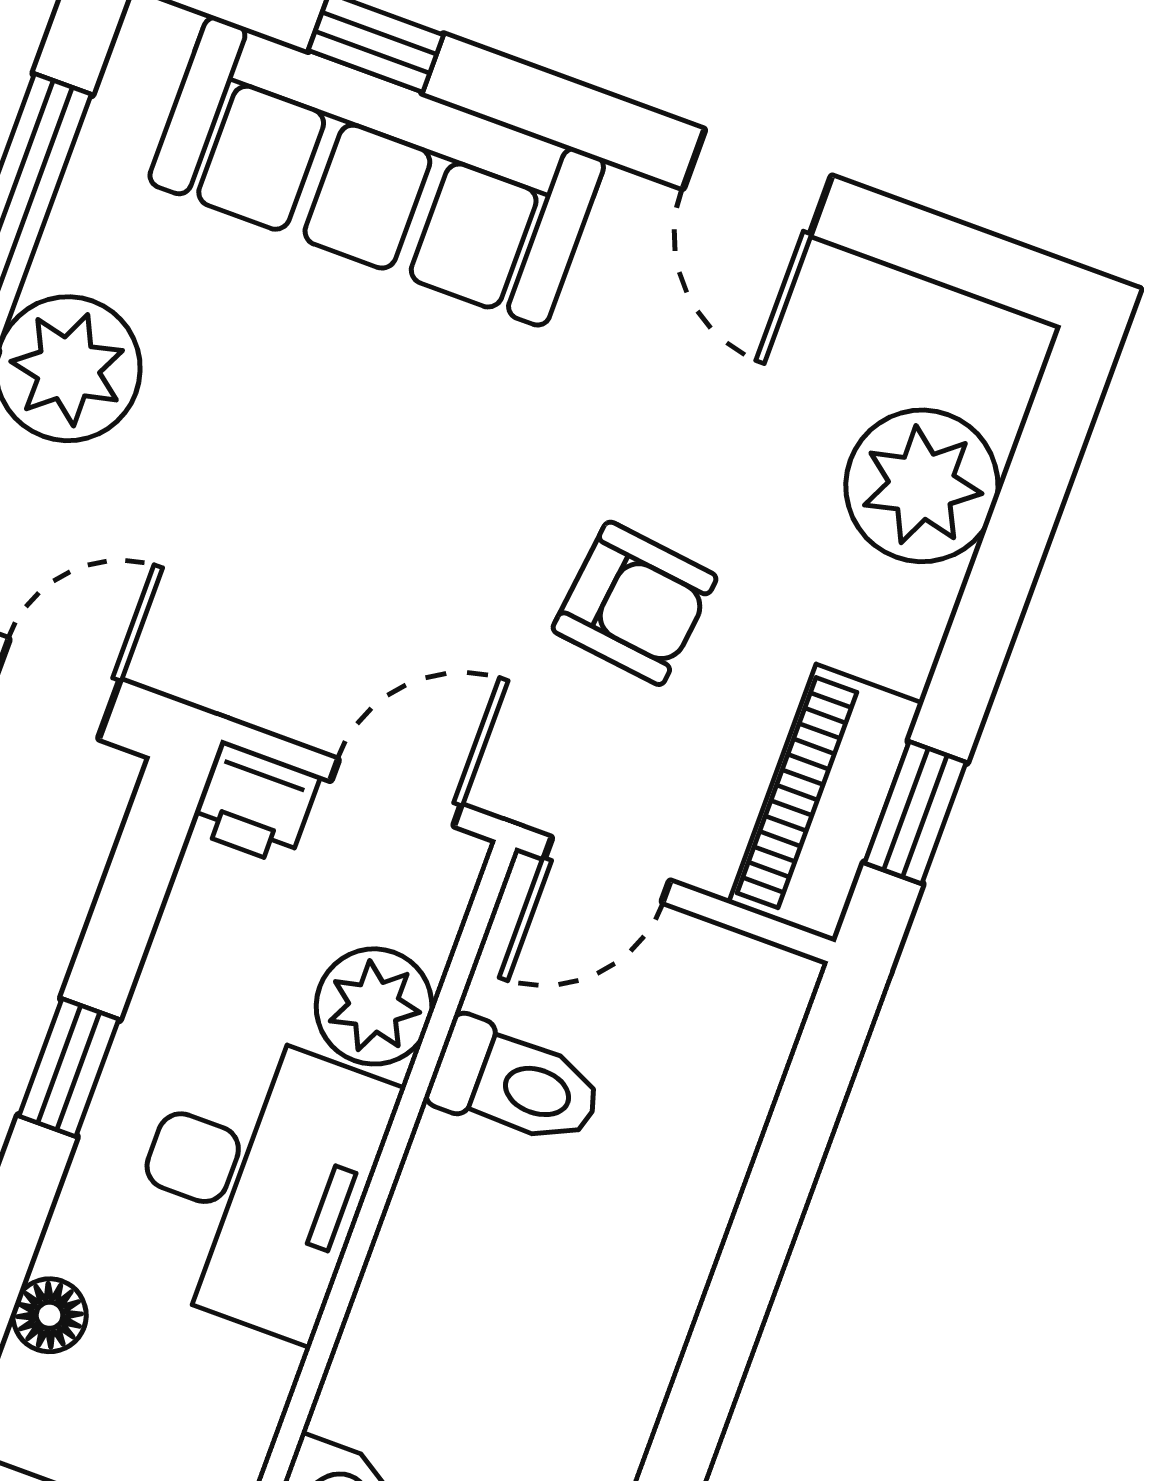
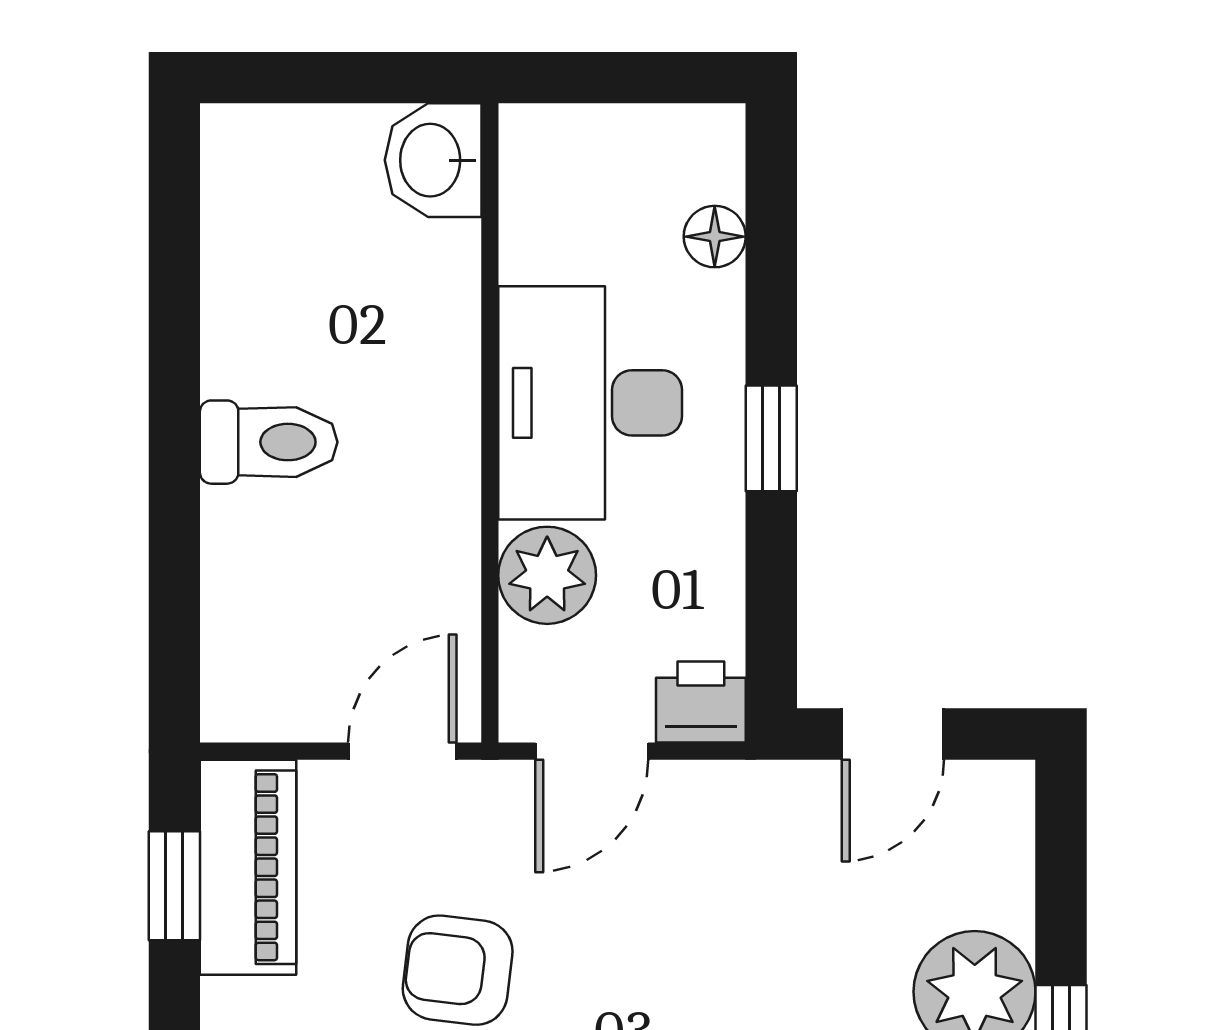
toilet: (516, 1084) -> (269, 442), moved, turned 180

